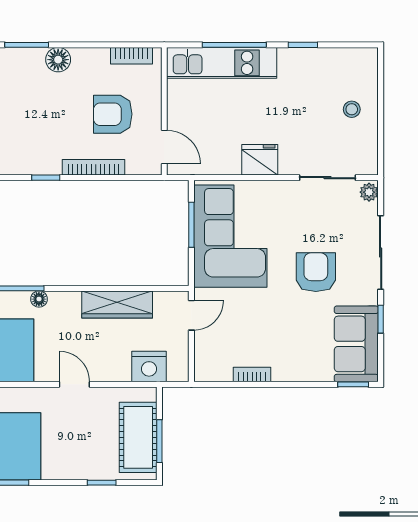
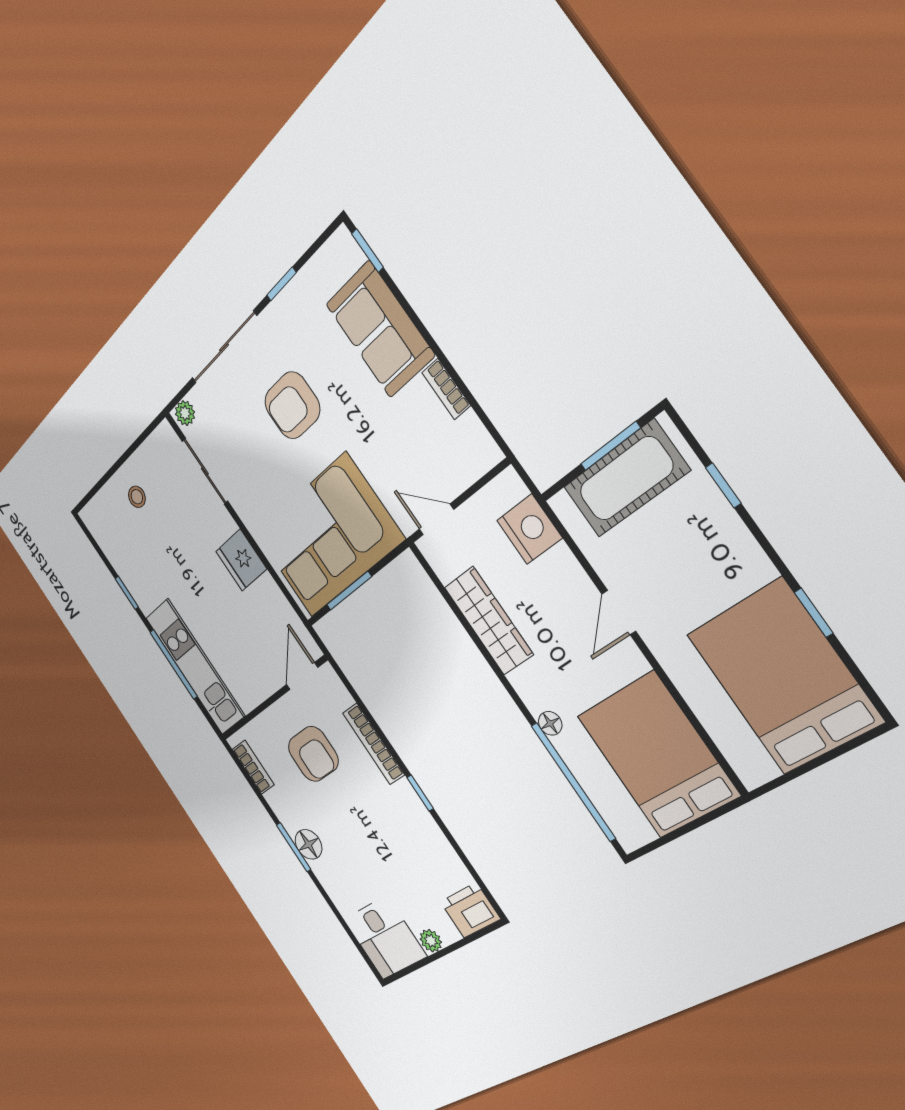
window: (27, 45) -> (294, 847), moved
sofa: (356, 344) -> (380, 329), moved, turned 90

